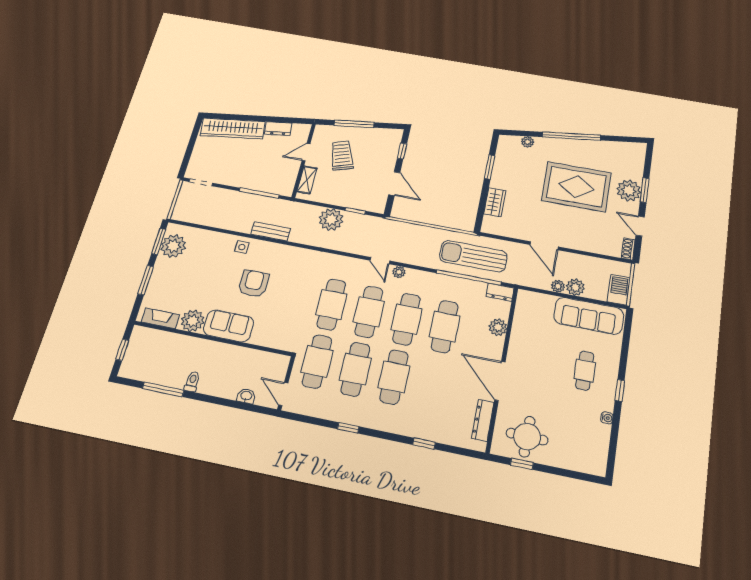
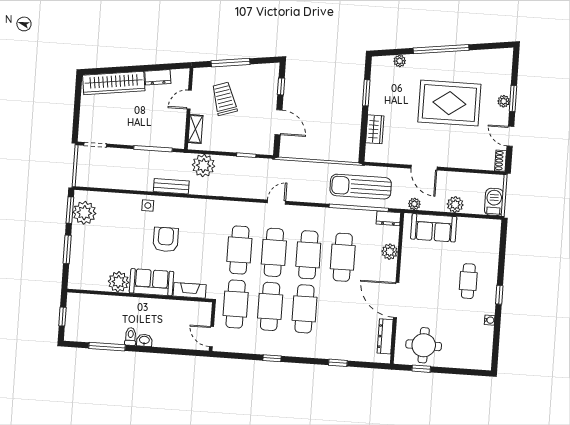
plant: (629, 191) -> (504, 101), width x0.53, depth x0.53
plant: (331, 220) -> (203, 166), moved
door: (380, 261) -> (276, 202), swing flipped
plant: (399, 272) -> (295, 211), removed
plant: (558, 286) -> (414, 204), moved
sofa: (589, 316) -> (434, 228), moved, width x0.73
fireplace: (160, 318) -> (190, 290), moved
washbasin: (246, 396) -> (144, 340), moved

